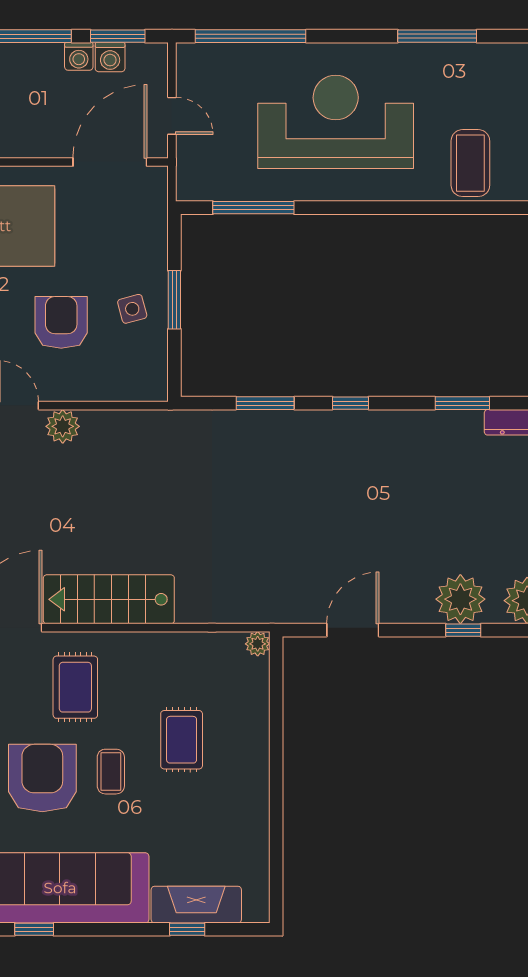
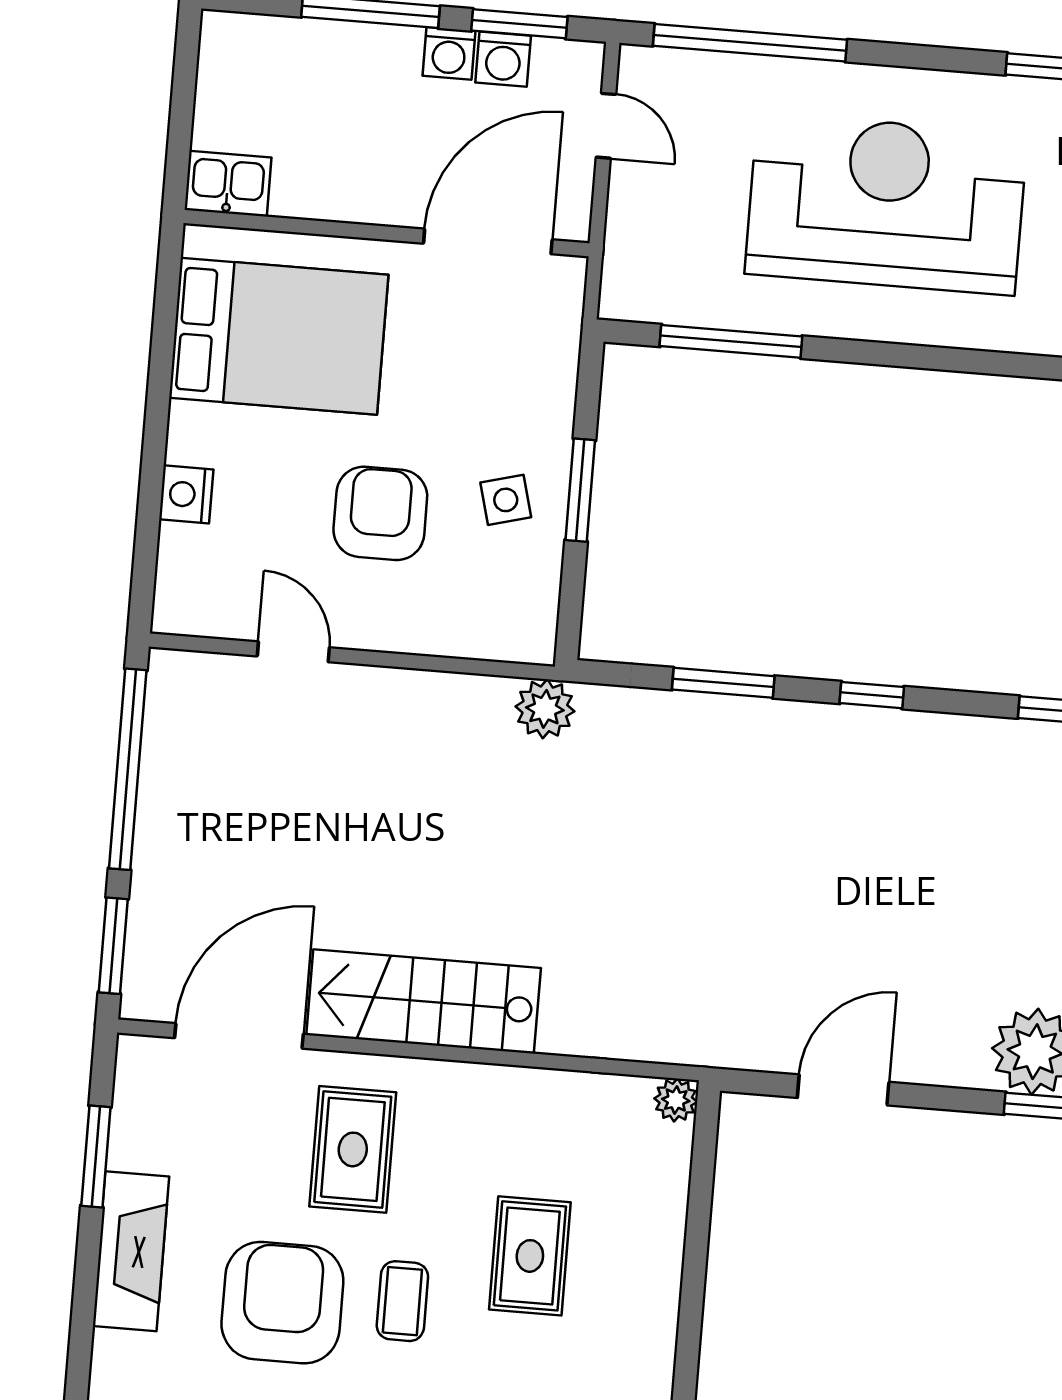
door: (172, 116) -> (606, 126), moved
plant: (63, 426) -> (545, 709), moved

